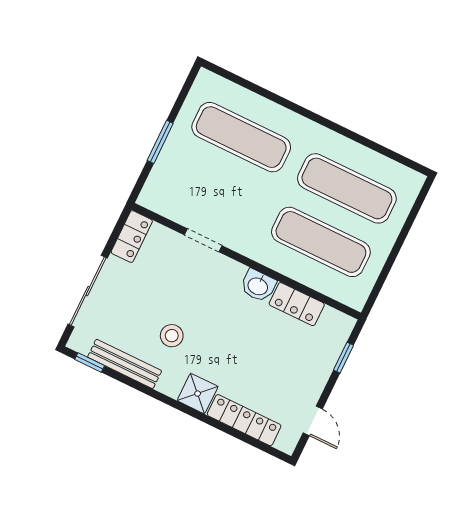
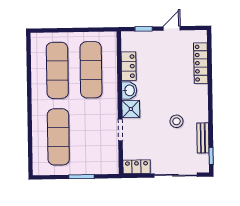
bench: (125, 364) -> (203, 138), width x0.73
shower: (198, 394) -> (131, 109), moved
door: (313, 421) -> (172, 28), moved

